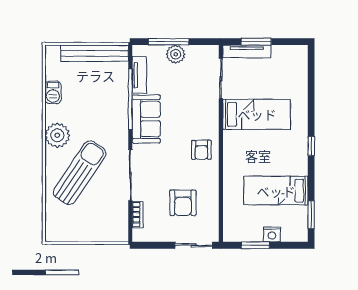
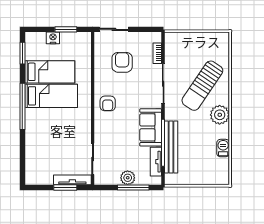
bench: (95, 53) -> (171, 147), moved, turned 90
bed: (257, 114) -> (51, 96), moved, turned 180
window: (311, 146) -> (22, 106), width x3.17
armchair: (201, 150) -> (108, 103), turned 180

